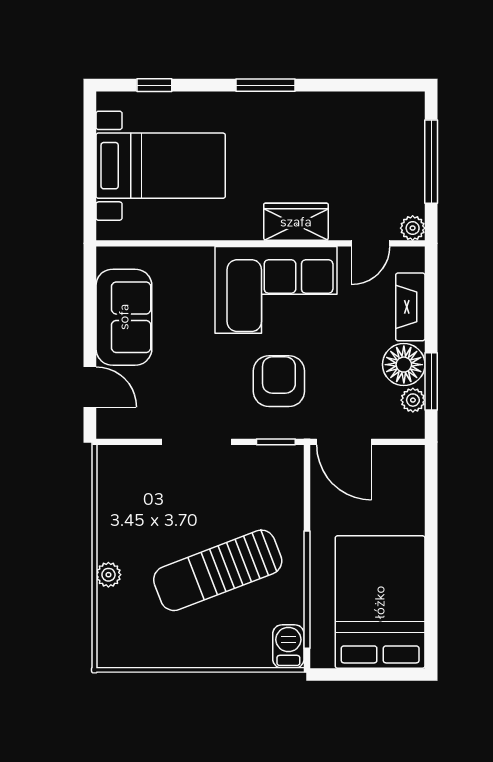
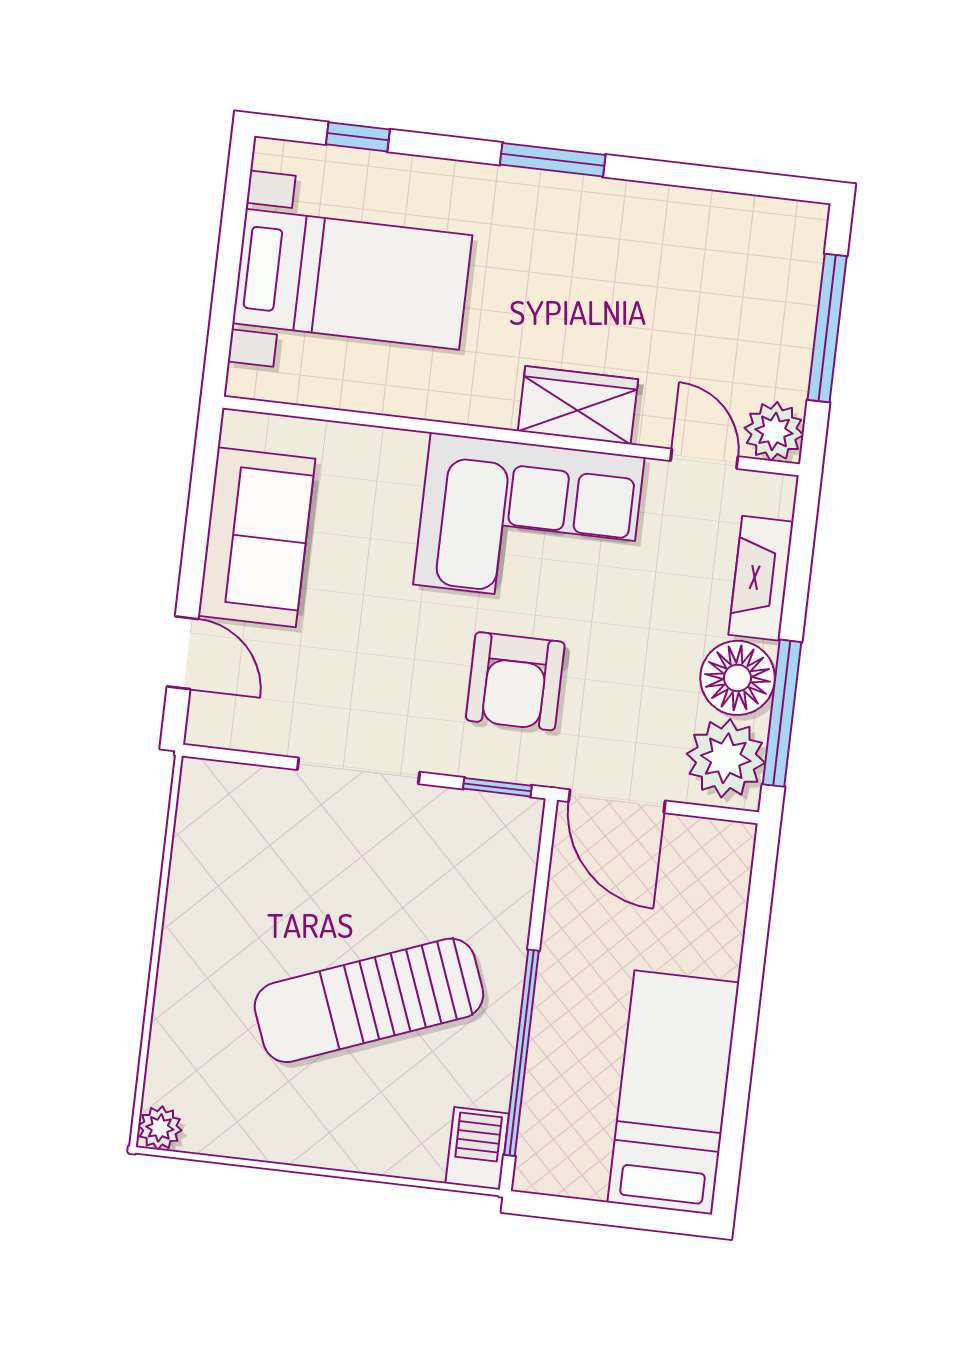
plant: (413, 228) -> (774, 431), width x1.38, depth x1.38
door: (371, 243) -> (704, 459), swing flipped
armchair: (279, 381) -> (515, 681), turned 180
window: (431, 381) -> (782, 713), width x1.44
plant: (413, 400) -> (726, 758), width x1.88, depth x1.88
plant: (108, 575) -> (160, 1128), moved
bed: (380, 602) -> (673, 1092), width x0.67

